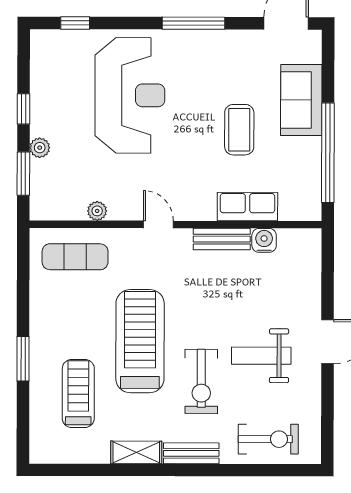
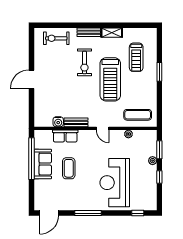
sofa: (301, 100) -> (43, 164), moved
weight bench: (261, 356) -> (59, 73), removed
exercise bike: (201, 382) -> (84, 62), turned 180

